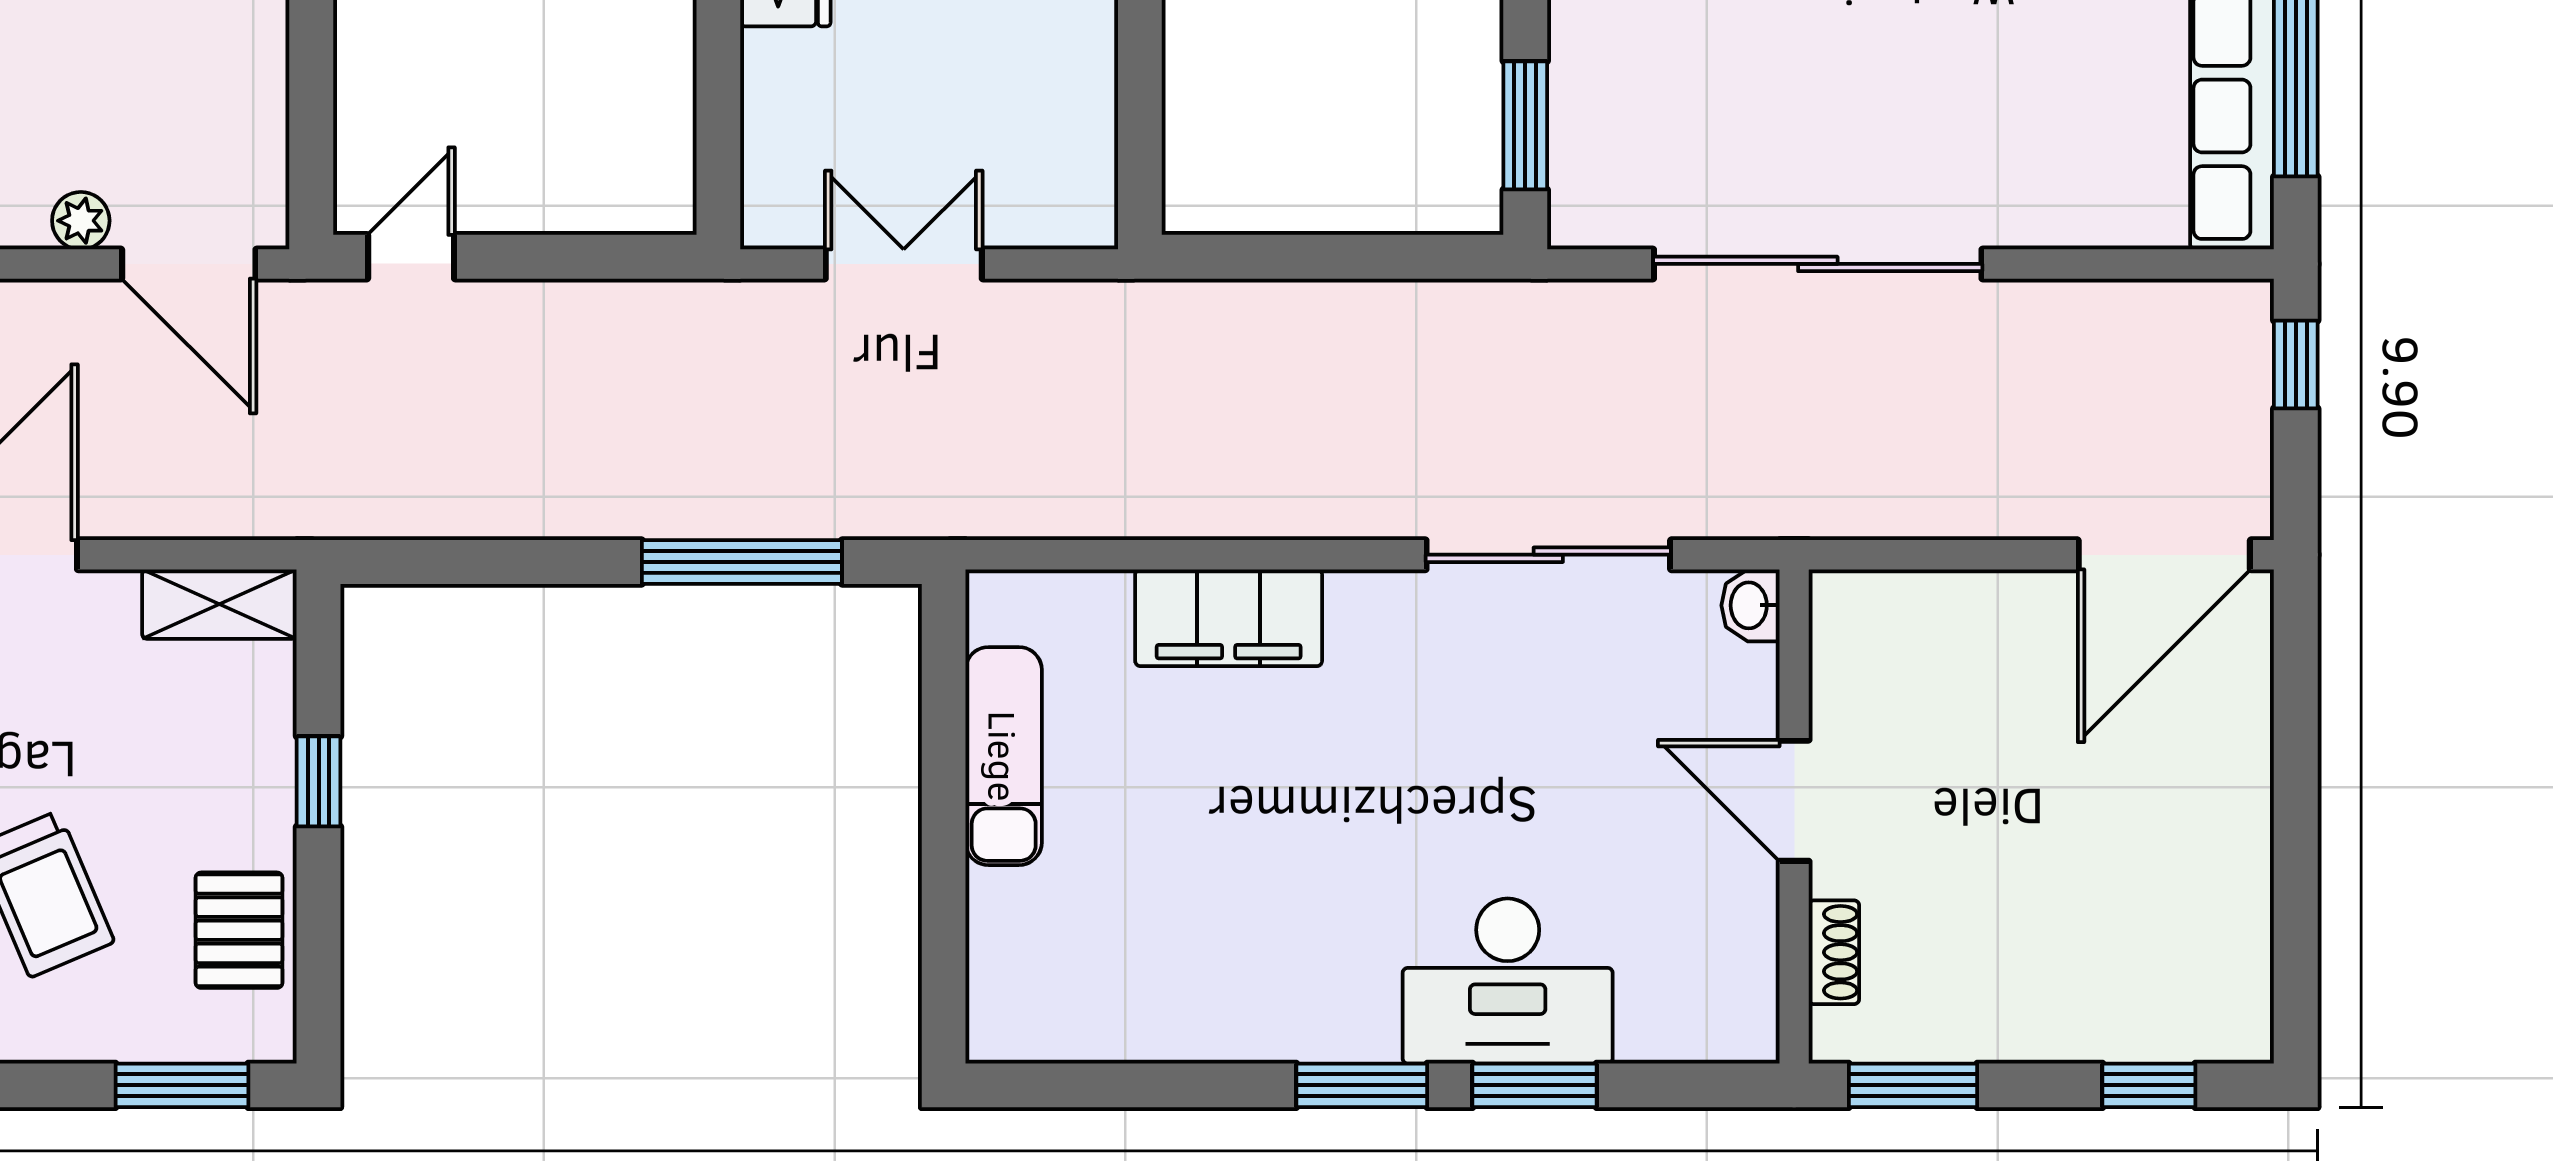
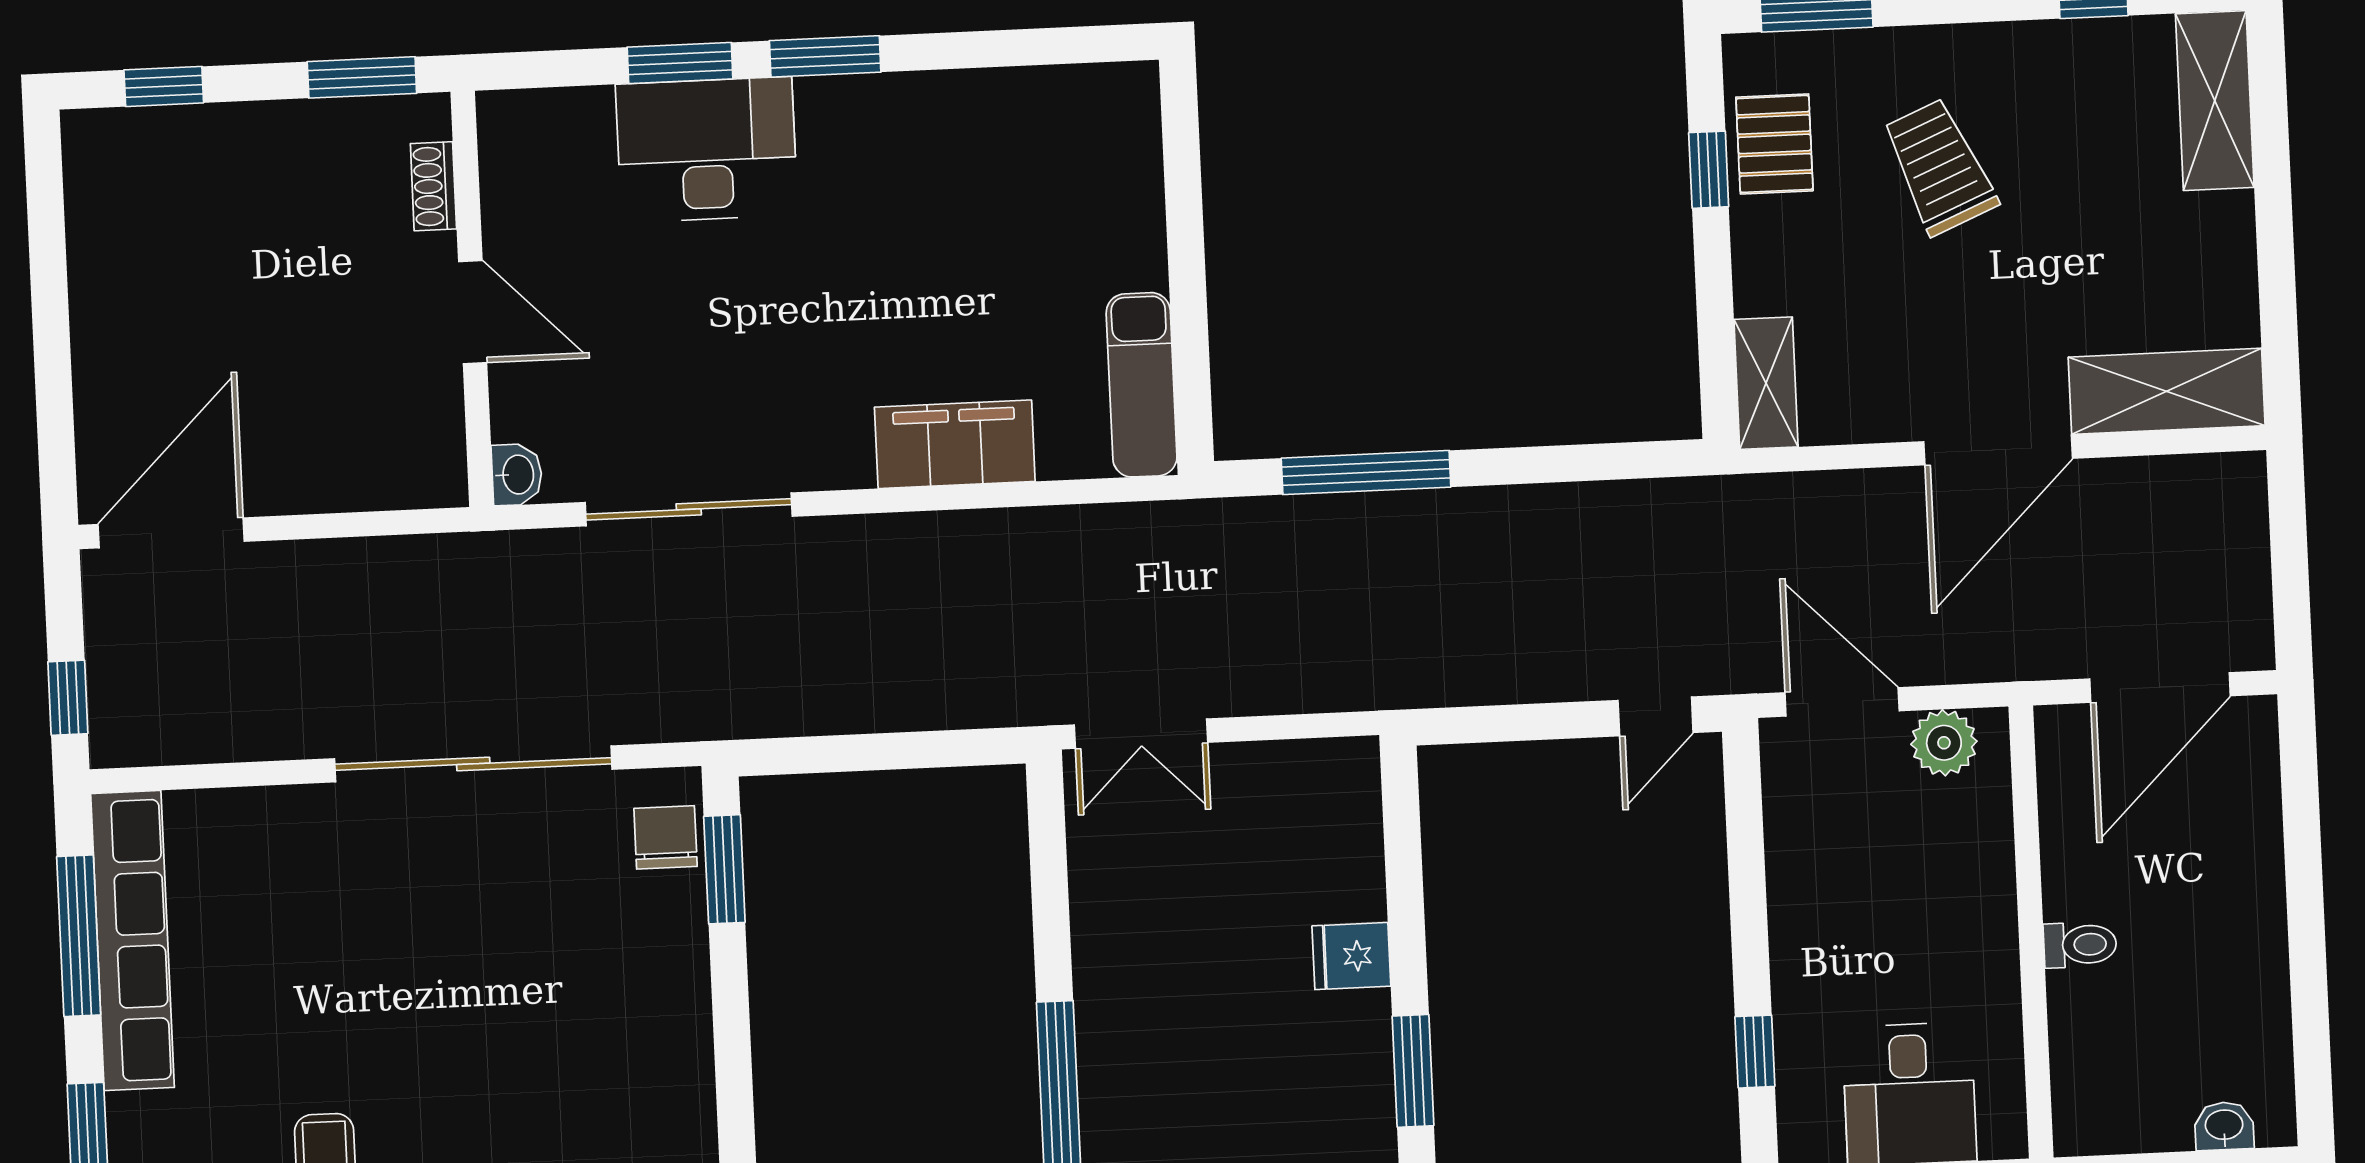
chair: (1593, 166) -> (666, 837), added
plant: (81, 221) -> (1944, 743), width x1.38, depth x1.38
double door: (904, 264) -> (1141, 734), moved
shelving: (219, 604) -> (1766, 383), moved, turned 90
exam couch: (1004, 756) -> (1142, 385), moved
window: (319, 781) -> (1709, 170), moved

